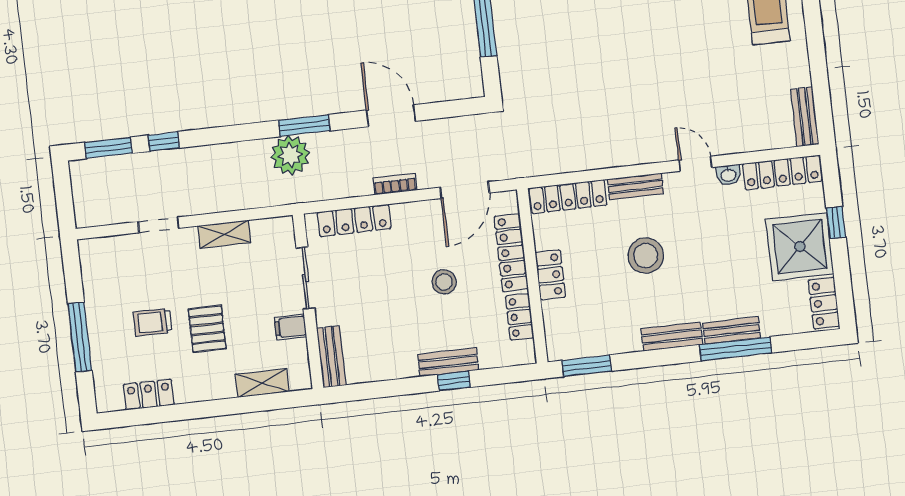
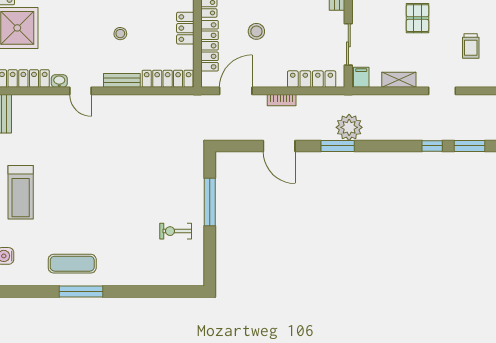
stool: (646, 256) -> (120, 34), width x0.53, depth x0.53
trolley: (153, 322) -> (471, 46), moved, turned 90
filing cabinet: (290, 327) -> (361, 77), moved, turned -90

